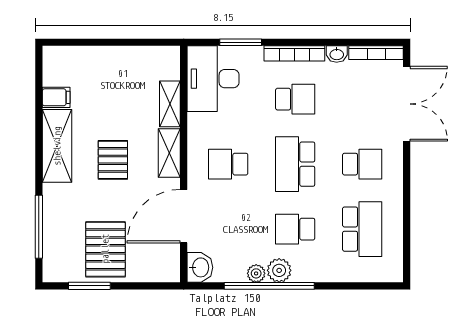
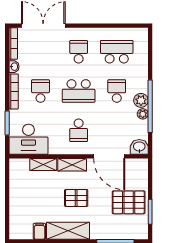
school desk: (295, 229) -> (117, 91), turned 180

